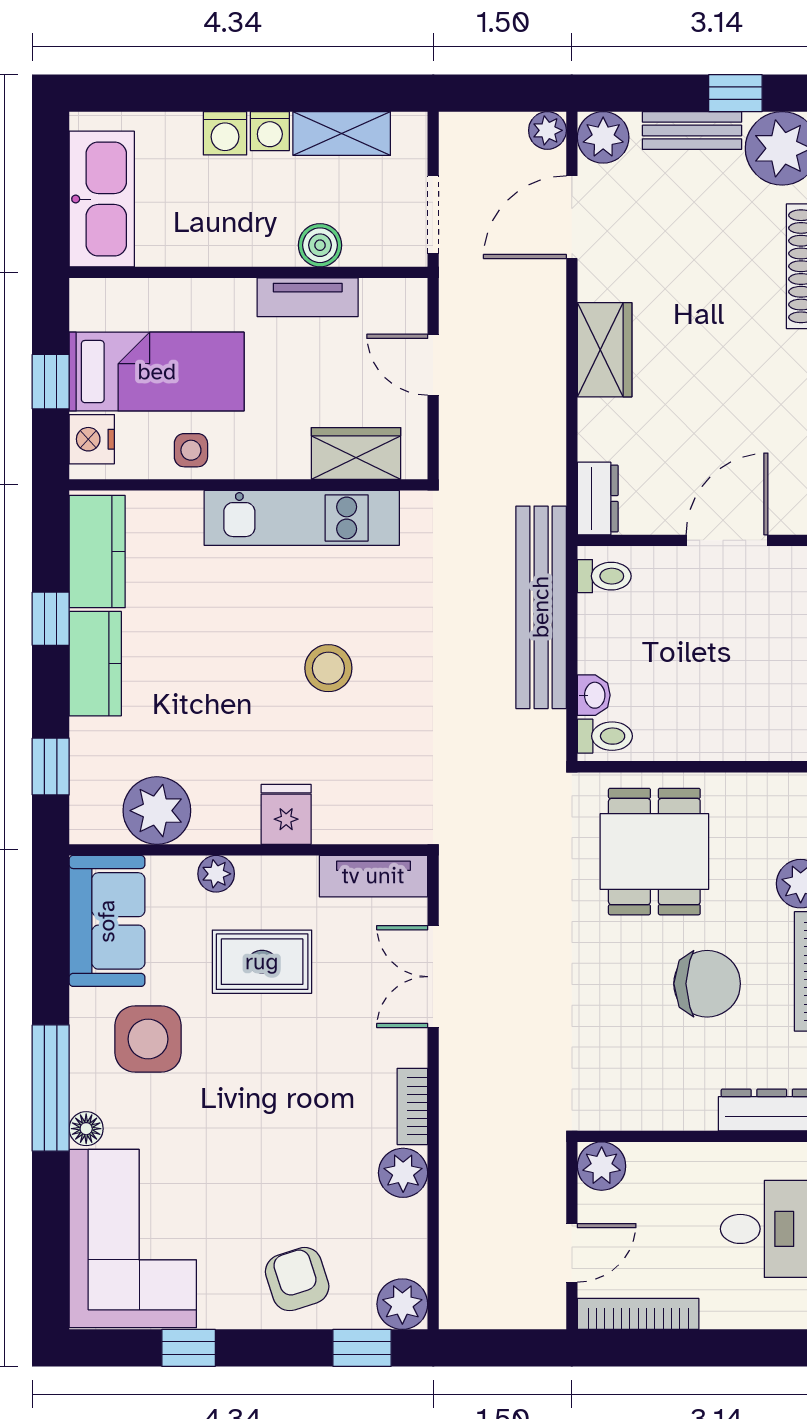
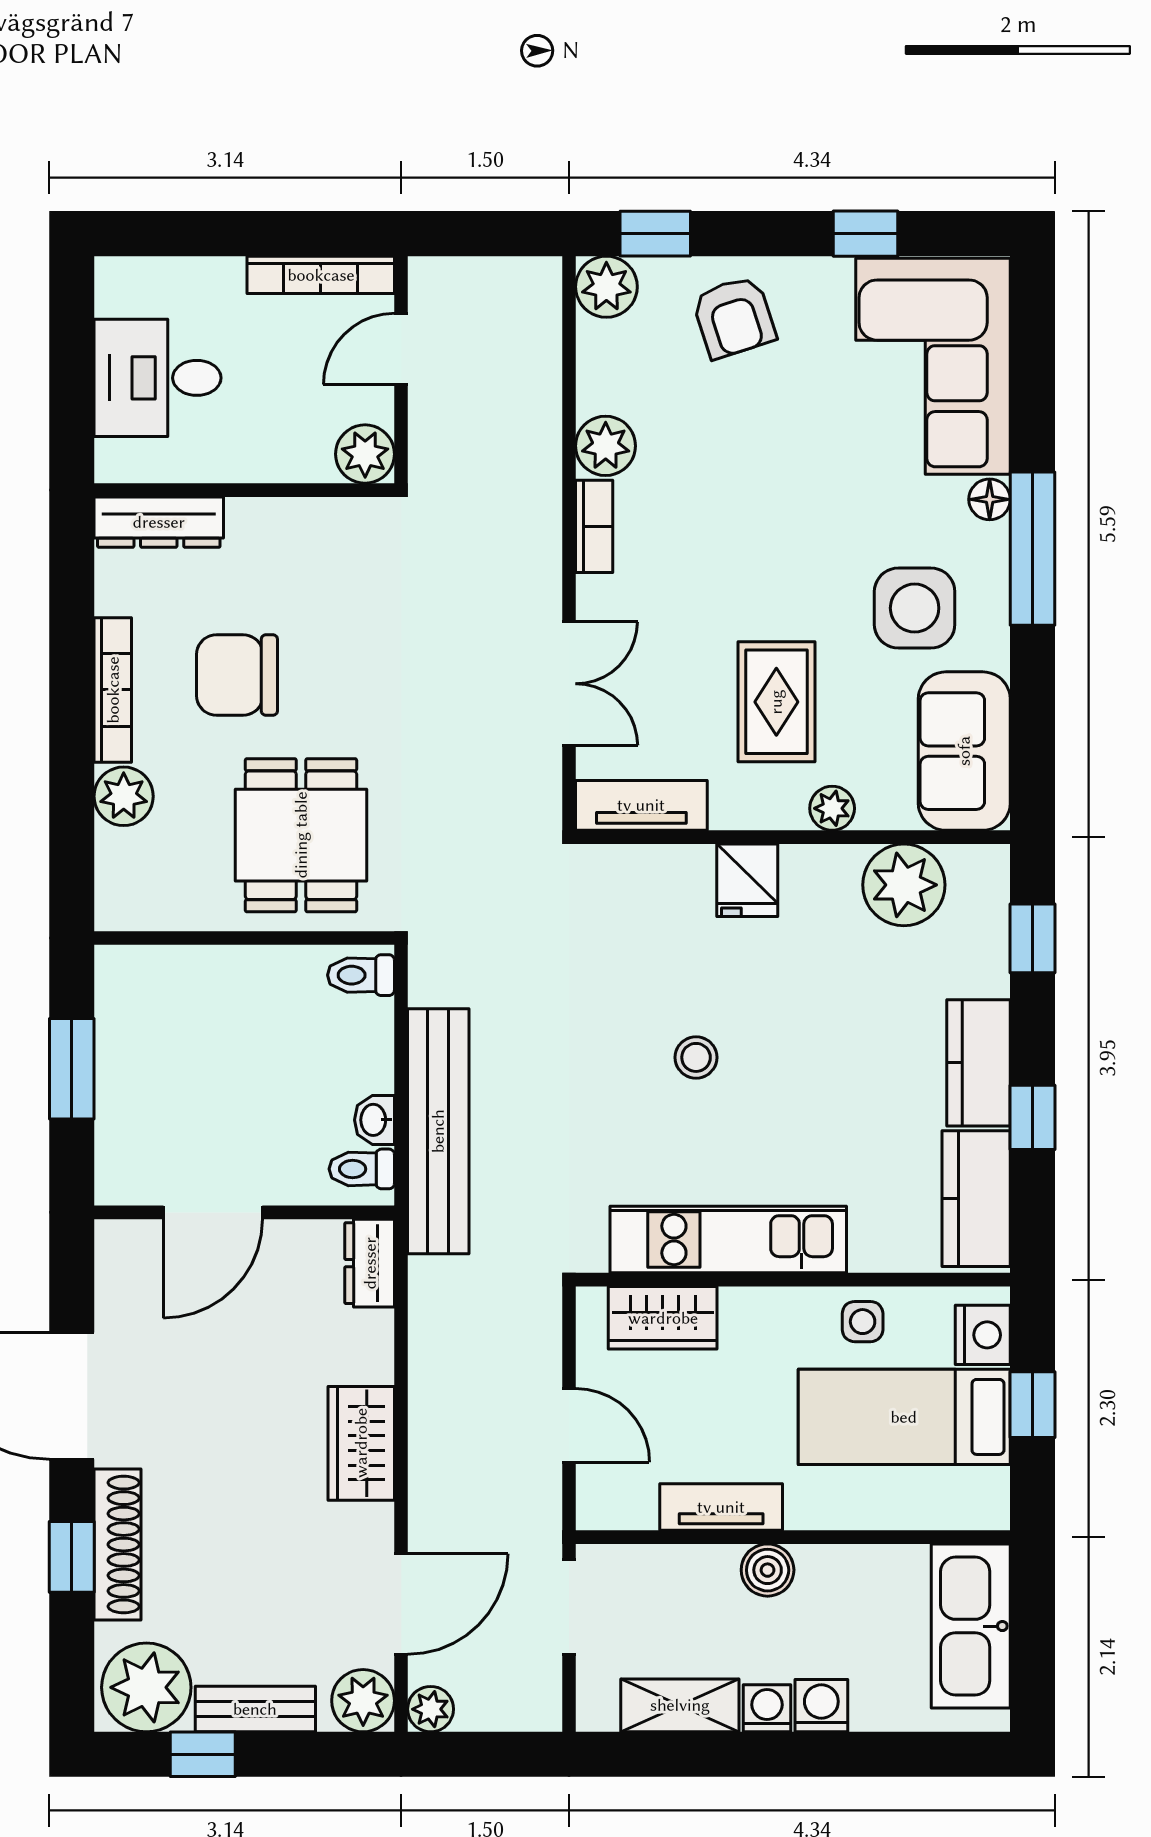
boiler: (320, 245) -> (768, 1570), moved
stool: (328, 668) -> (696, 1057), width x0.73, depth x0.73
washbasin: (594, 695) -> (374, 1120), moved
rug: (262, 962) -> (776, 702), turned 90

